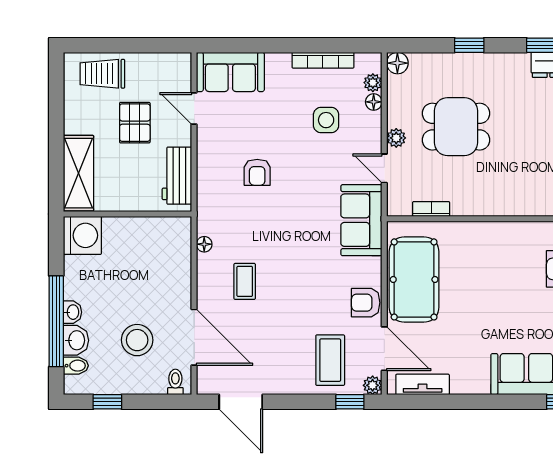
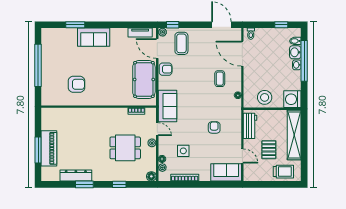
shelving: (78, 173) -> (294, 135), width x1.47
stool: (137, 340) -> (265, 97), moved

